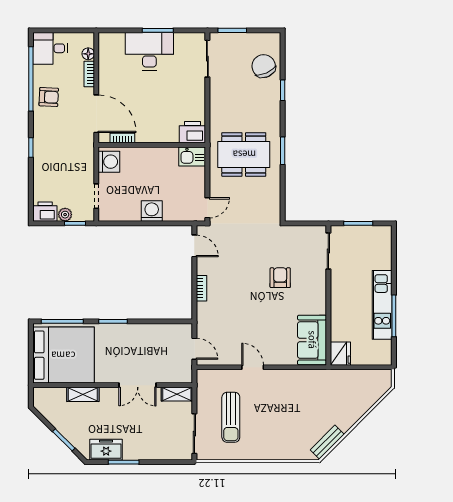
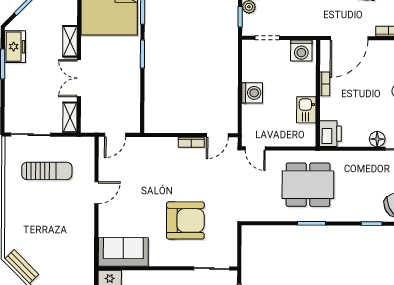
floor lamp: (198, 85) -> (377, 139), added
bookcase: (122, 138) -> (325, 84), moved
dining table: (244, 154) -> (308, 185), turned 90
kitchen sink: (192, 156) -> (306, 110), moved
armchair: (280, 278) -> (185, 220), width x1.88, depth x1.88
bookcase: (201, 288) -> (191, 142), moved
shelving: (83, 394) -> (70, 41), moved
sun lounger: (231, 417) -> (47, 171), turned 180

